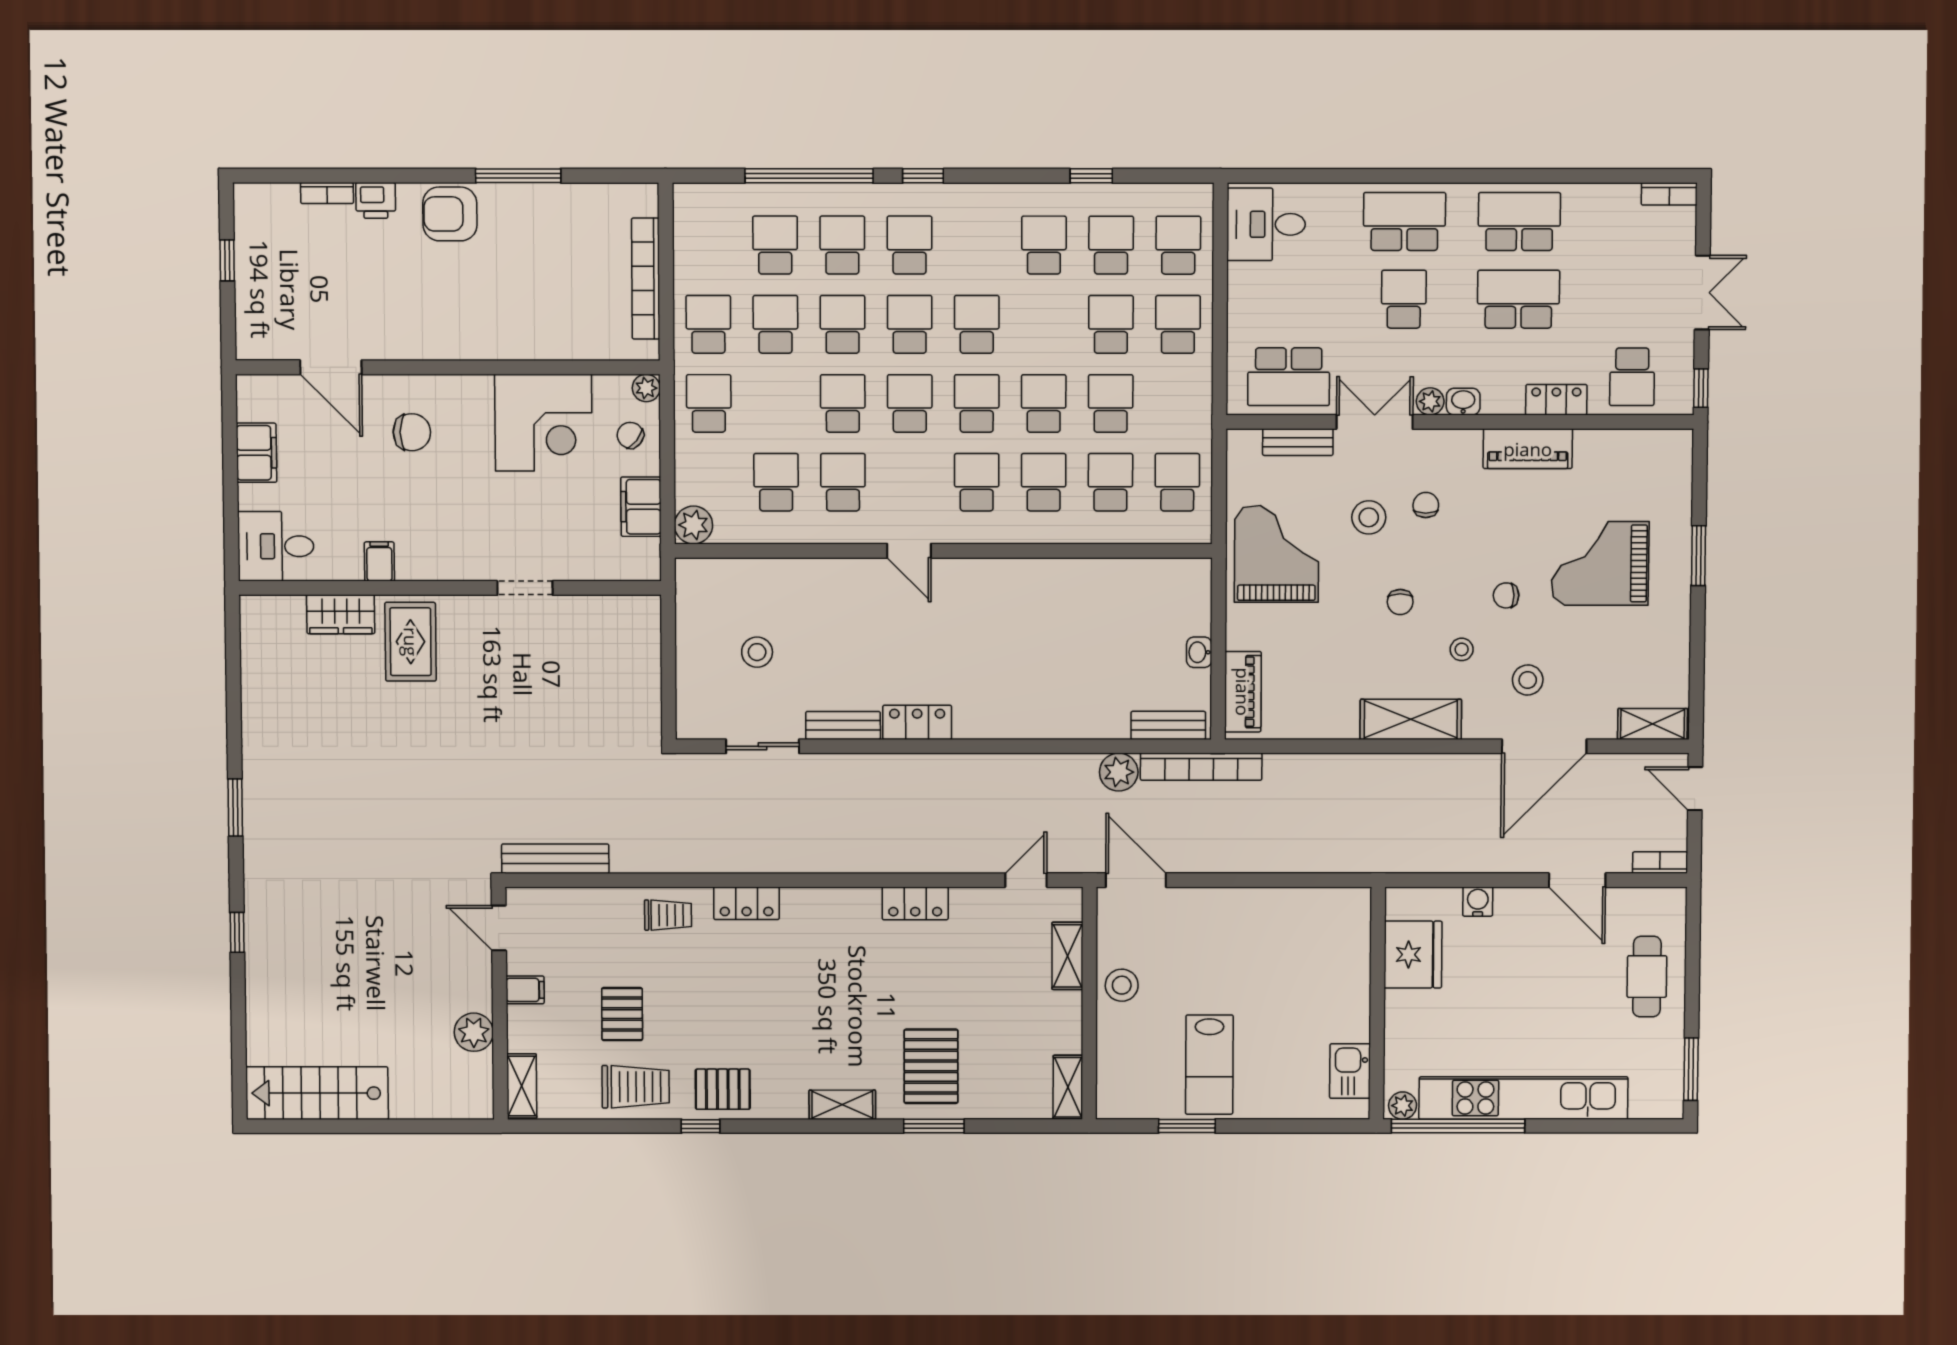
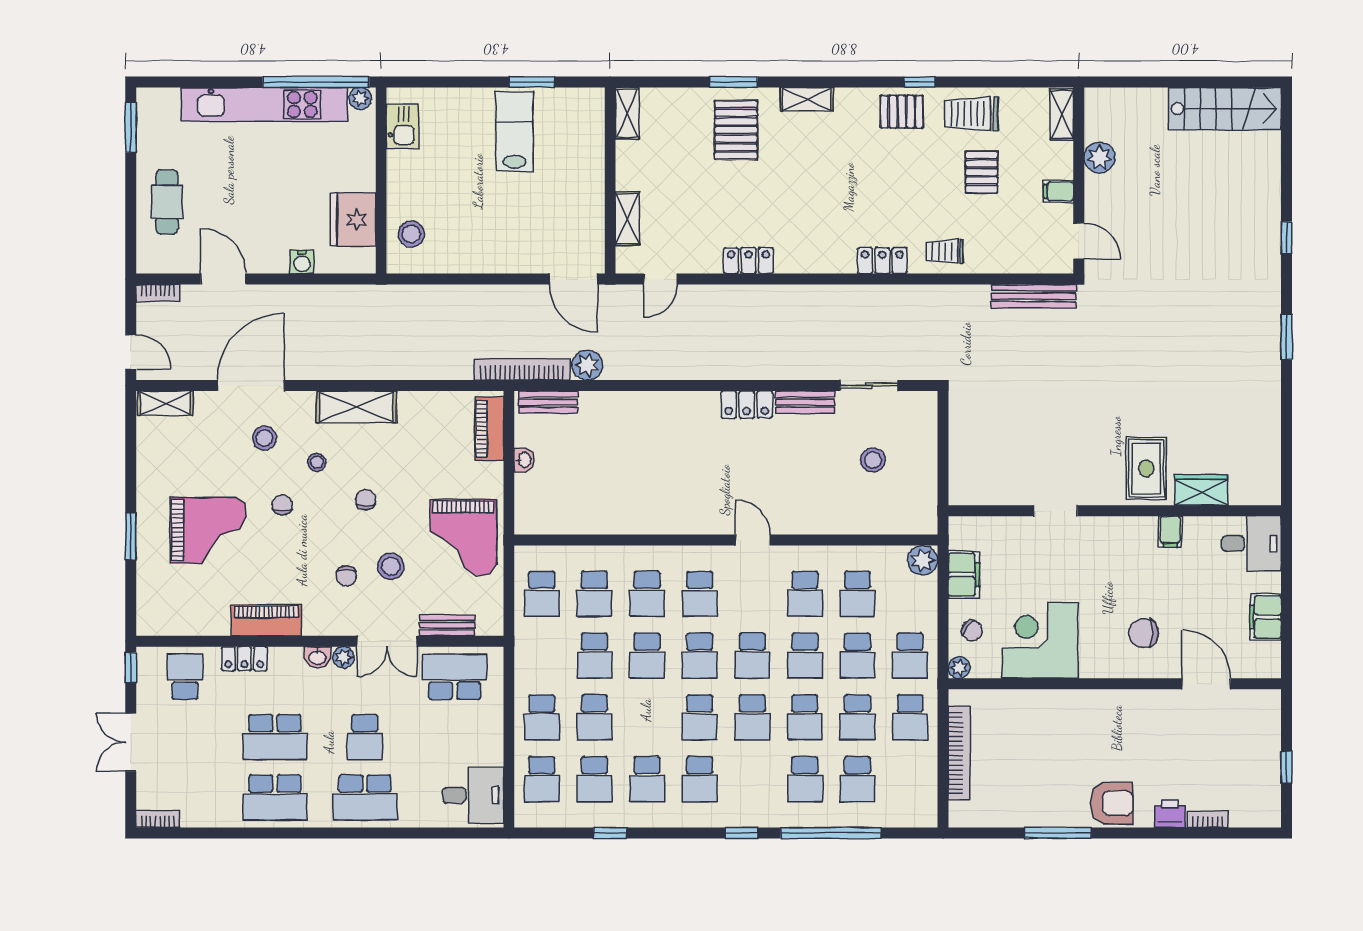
school desk: (910, 245) -> (700, 779), moved
school desk: (776, 403) -> (857, 656), added
chair: (1506, 595) -> (282, 505), turned -90
stool: (1122, 985) -> (411, 234), moved

